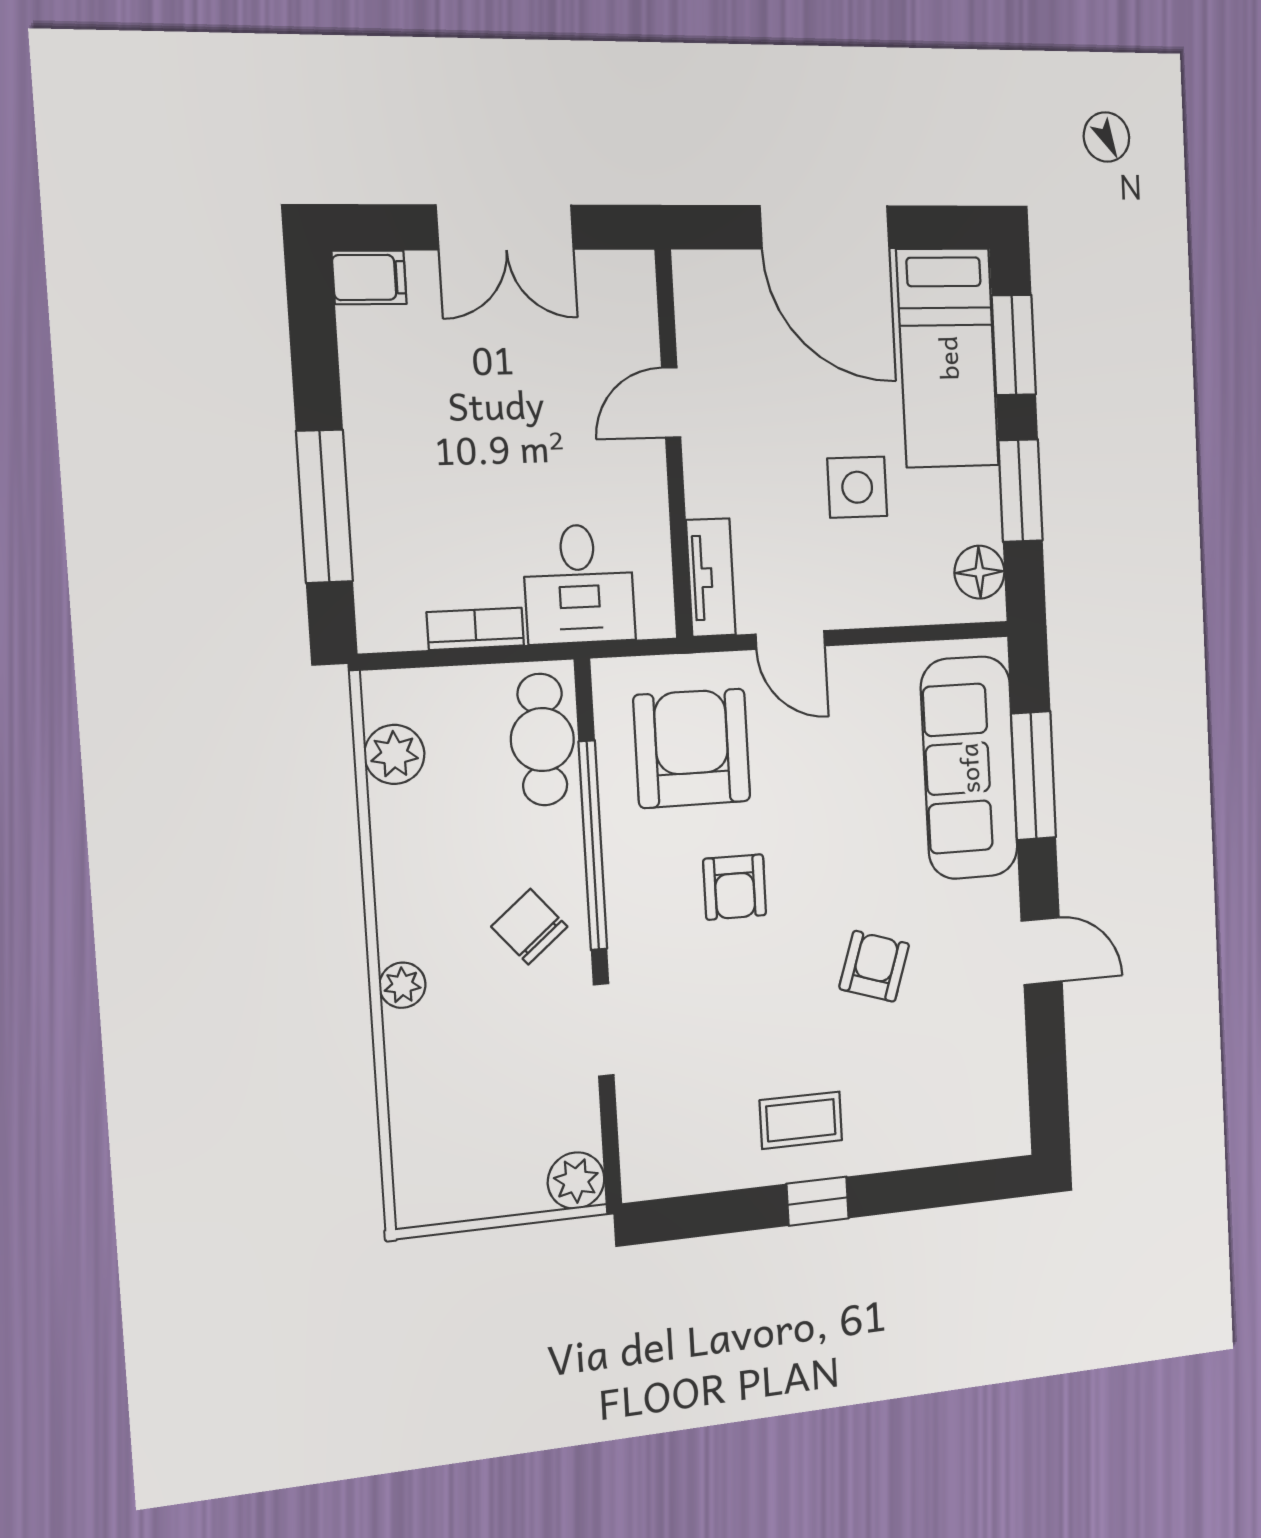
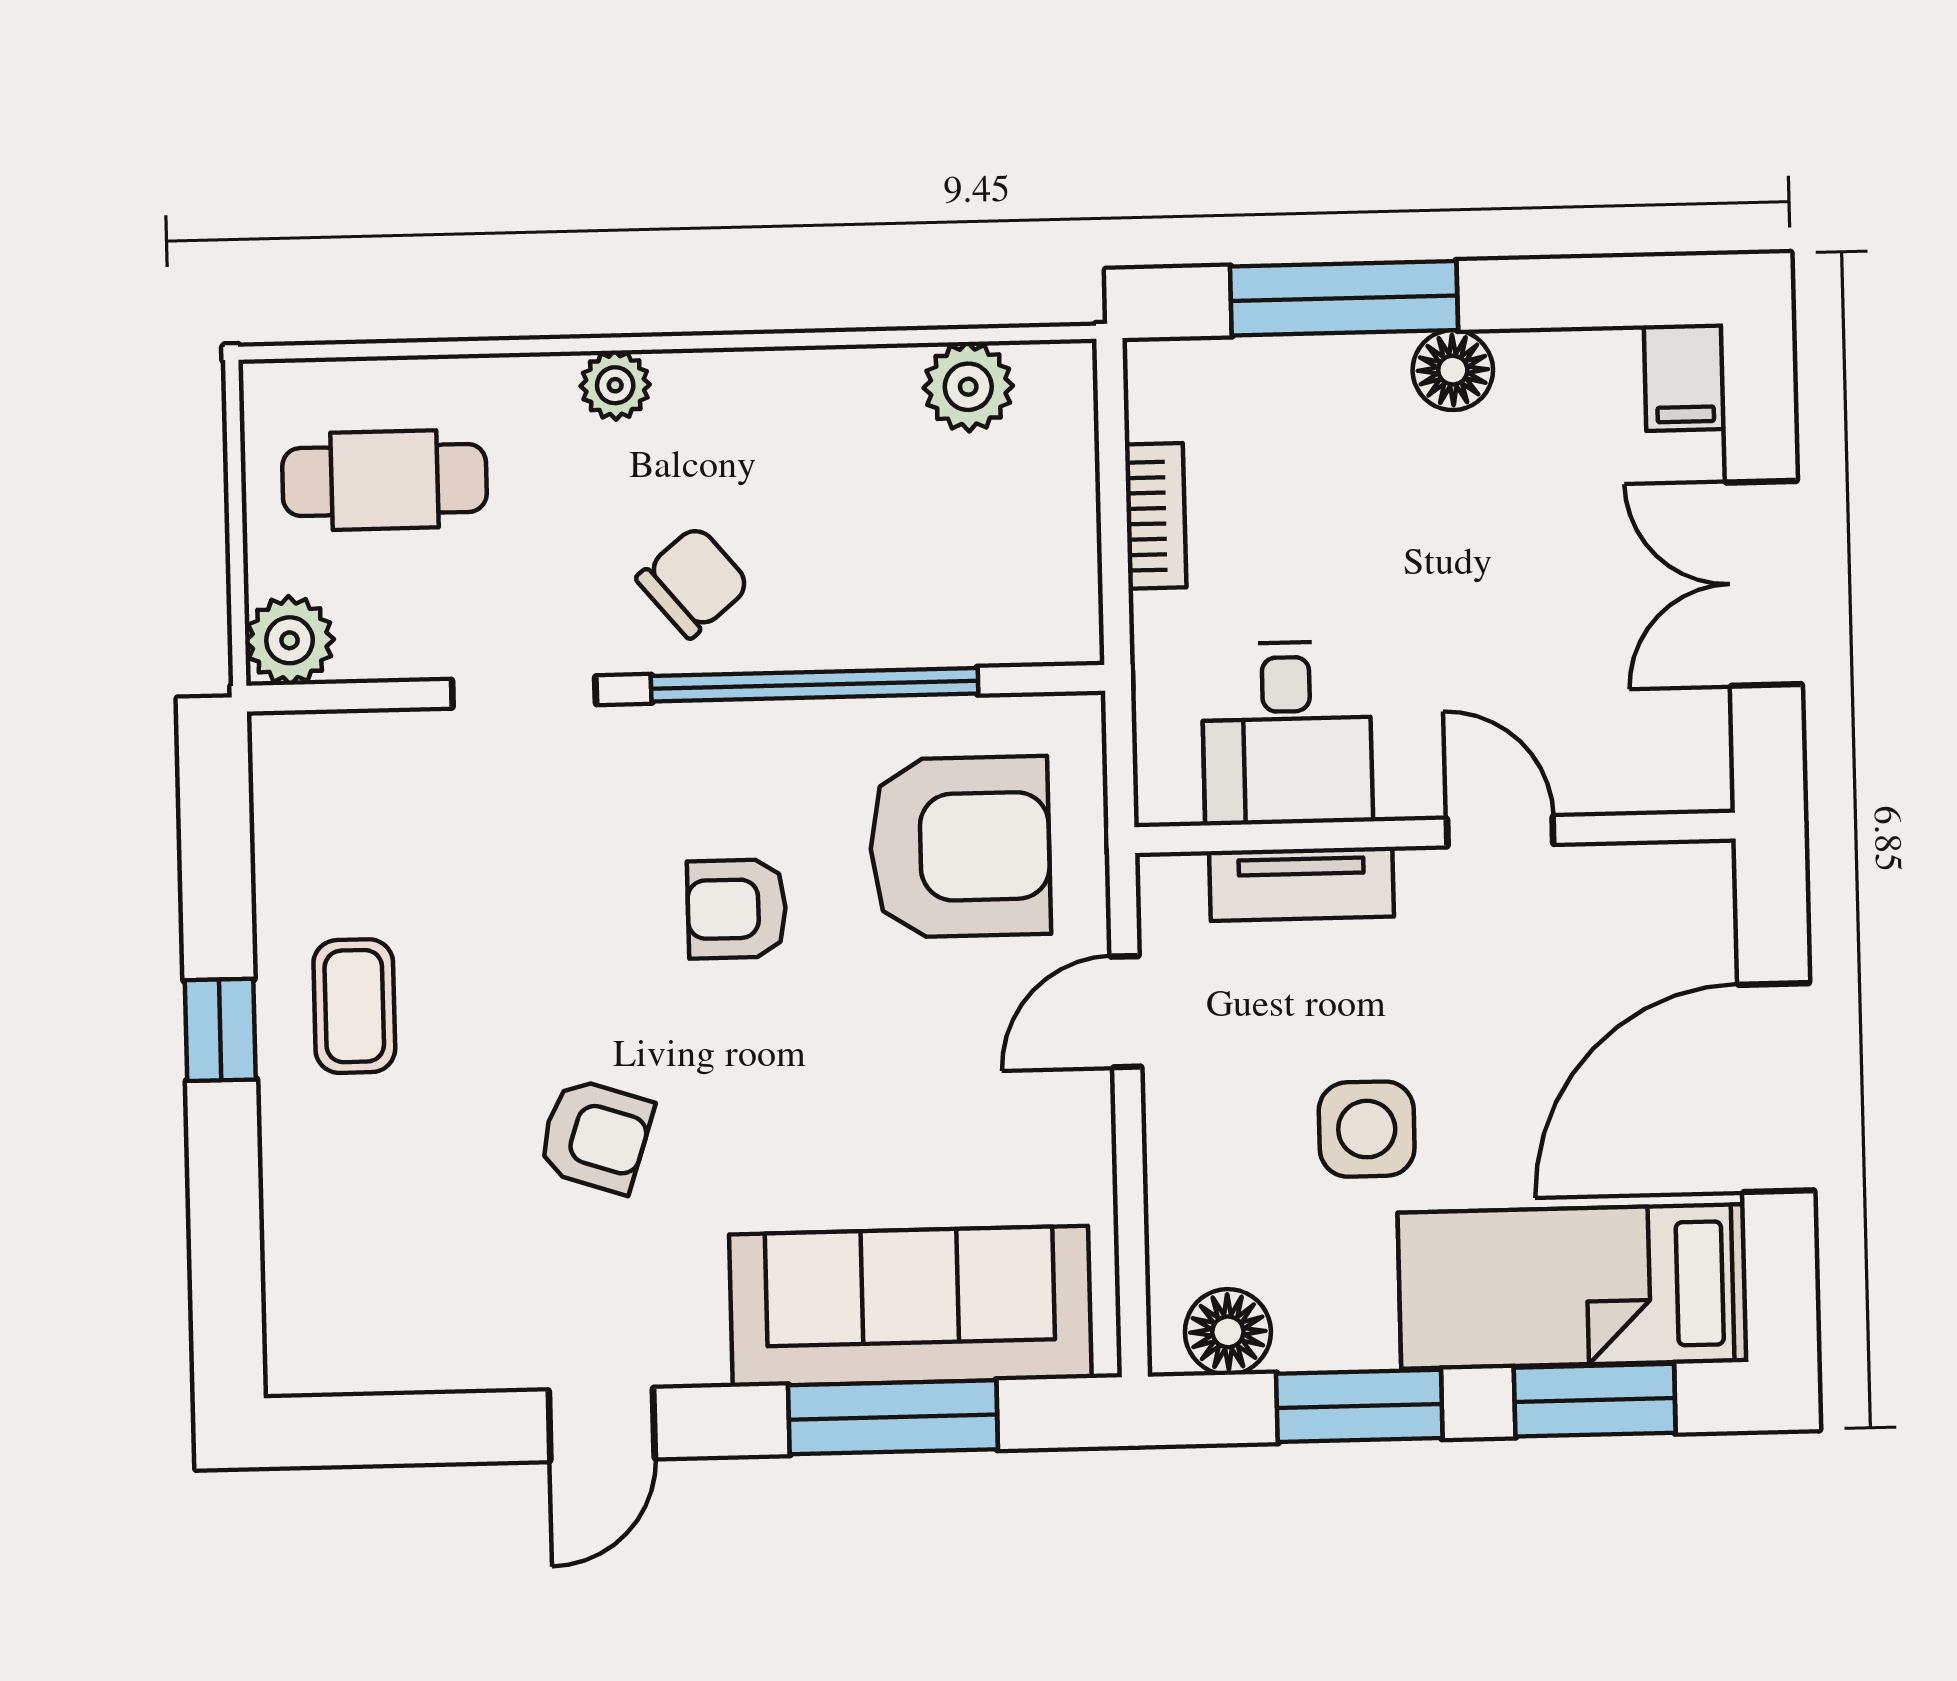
floor lamp: (370, 433) -> (1453, 370), added
tv unit: (711, 578) -> (1301, 884), moved
desk: (579, 584) -> (1287, 733), moved, turned -90
cafe table: (542, 740) -> (384, 480), moved

